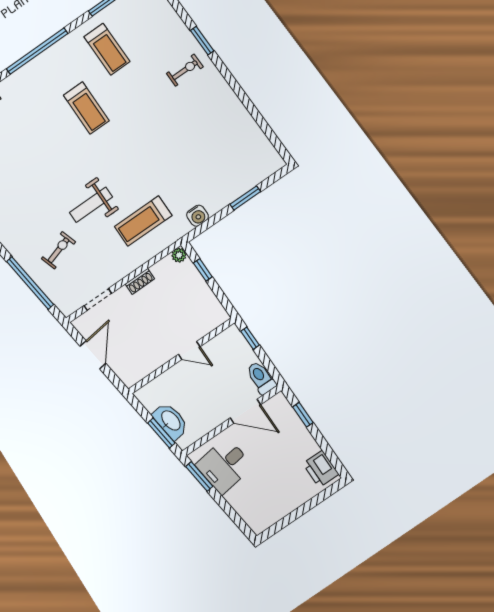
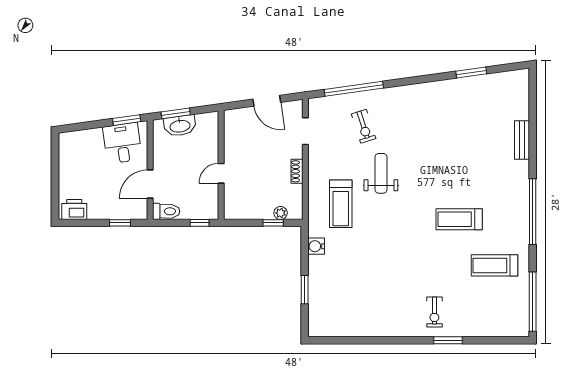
treadmill: (143, 221) -> (341, 204), turned 180
plant: (179, 255) -> (281, 213), moved

